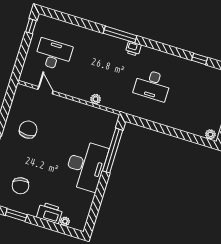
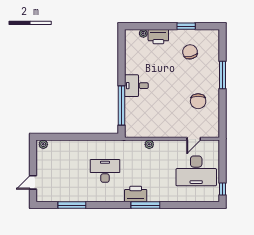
printer: (133, 49) -> (136, 194), width x1.87, depth x1.48
desk: (53, 55) -> (196, 171), width x1.36, depth x1.30
window: (200, 59) -> (72, 205), width x2.17
door: (45, 90) -> (194, 139), hinge flipped
desk: (86, 166) -> (136, 86), width x0.53, depth x0.77

